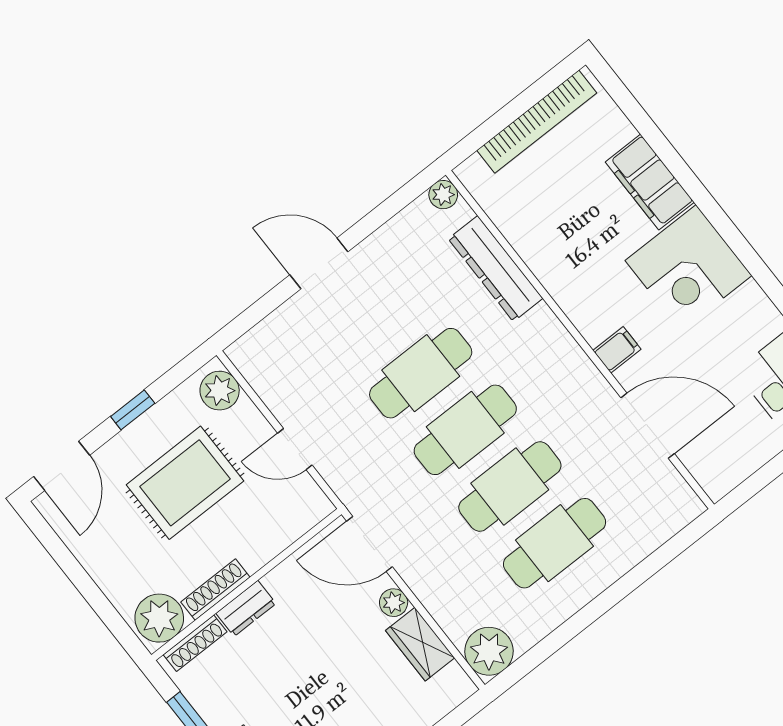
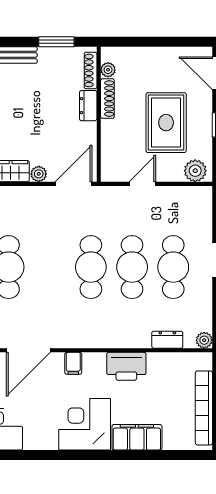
dresser: (496, 269) -> (167, 340), width x0.51, depth x0.80
printer: (563, 273) -> (126, 366), added
cafe table: (510, 487) -> (173, 267), moved
plant: (159, 618) -> (108, 70), width x0.53, depth x0.53

